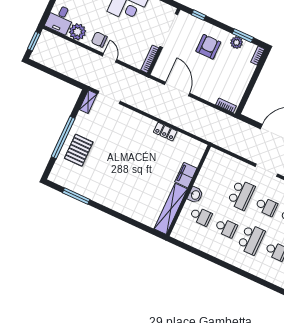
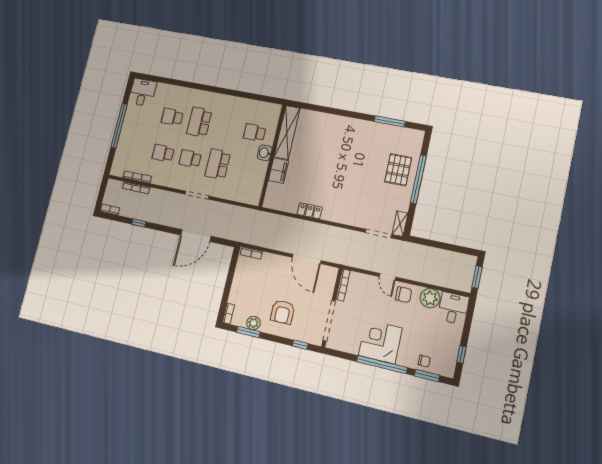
school desk: (226, 228) -> (227, 127), removed

